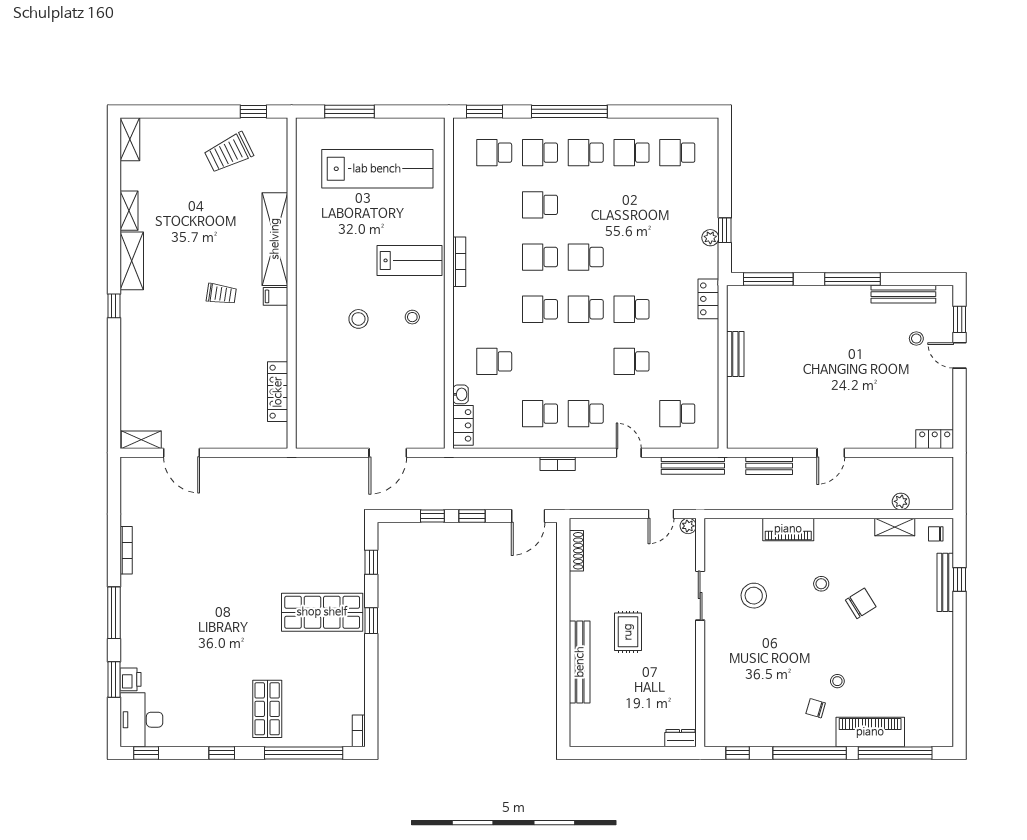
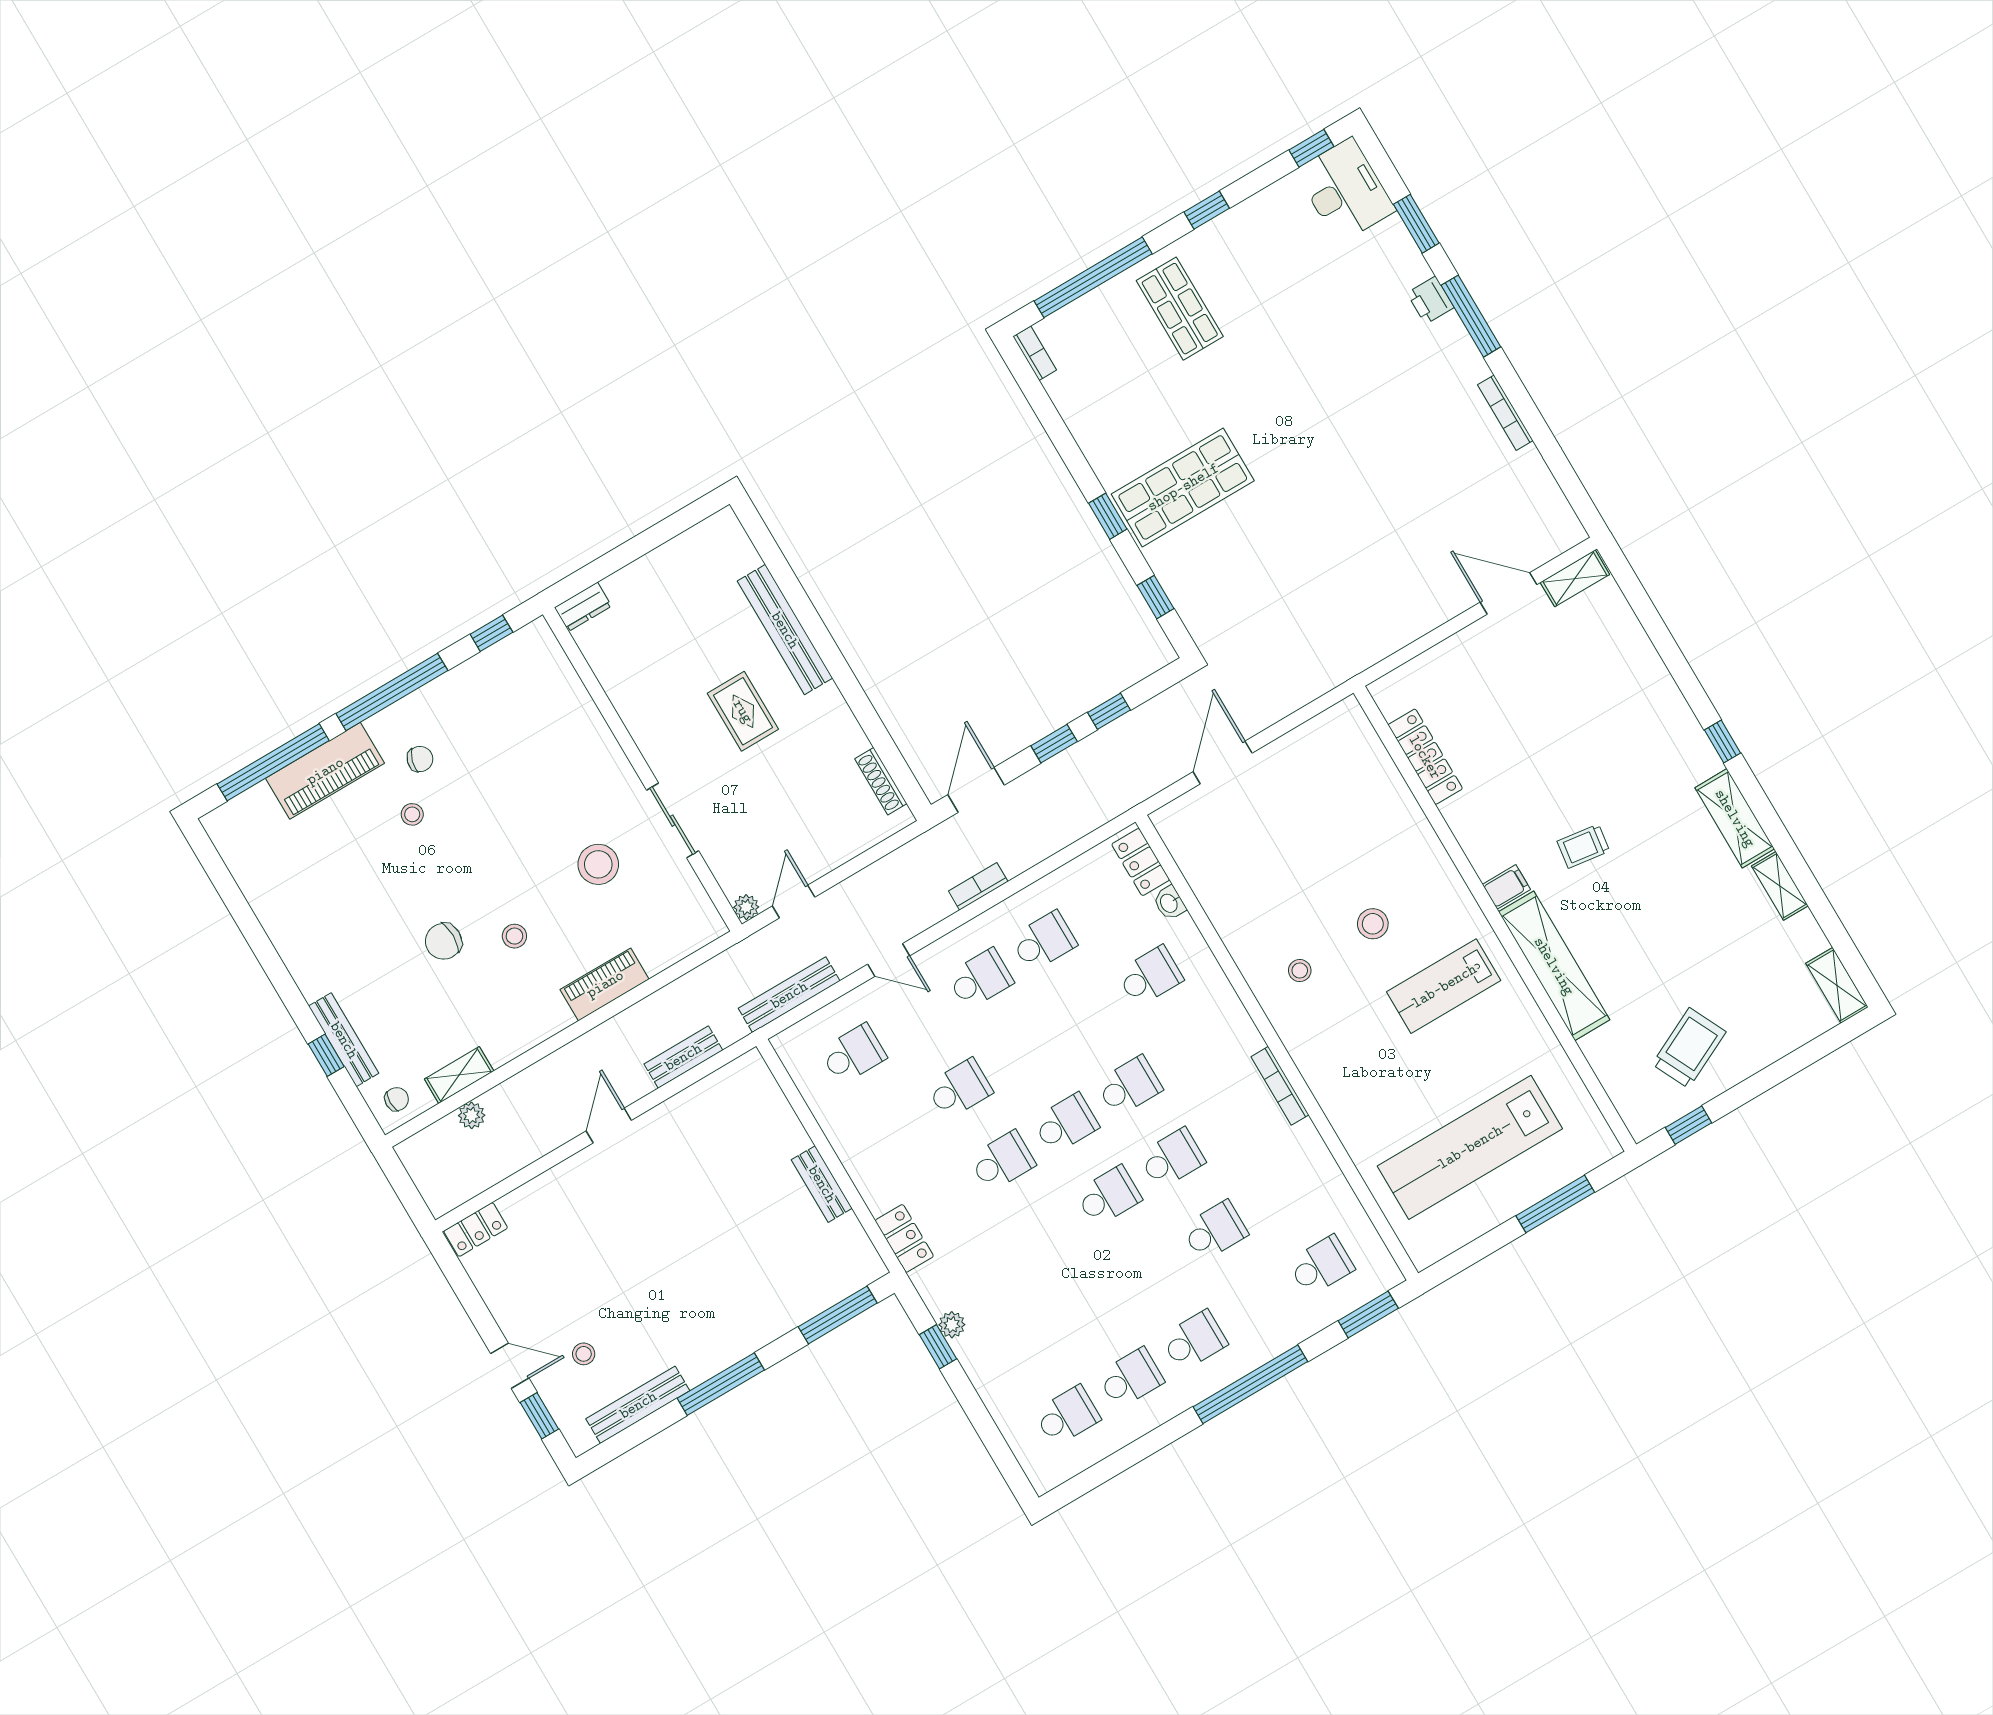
school desk: (540, 153) -> (1258, 1303), removed
lab bench: (409, 260) -> (1444, 986), moved
chair: (861, 603) -> (444, 941), turned 32
printer: (131, 679) -> (1430, 300), moved

